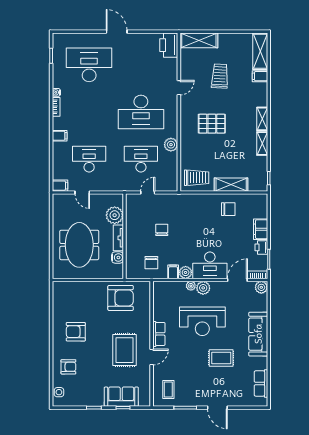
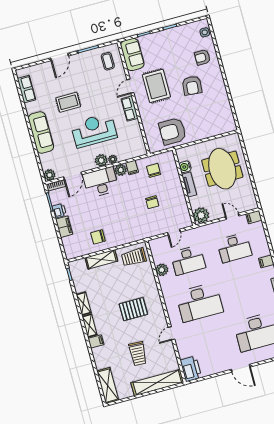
shelving: (199, 40) -> (157, 383), width x1.47
filing cabinet: (260, 76) -> (96, 342), moved
desk: (141, 112) -> (199, 302), turned 180
plant: (171, 145) -> (162, 270), moved
plant: (115, 215) -> (201, 215), moved
armchair: (76, 332) -> (192, 86), moved, turned 95
sofa: (121, 397) -> (132, 55), moved, turned -90
door: (217, 408) -> (59, 57), swing flipped

